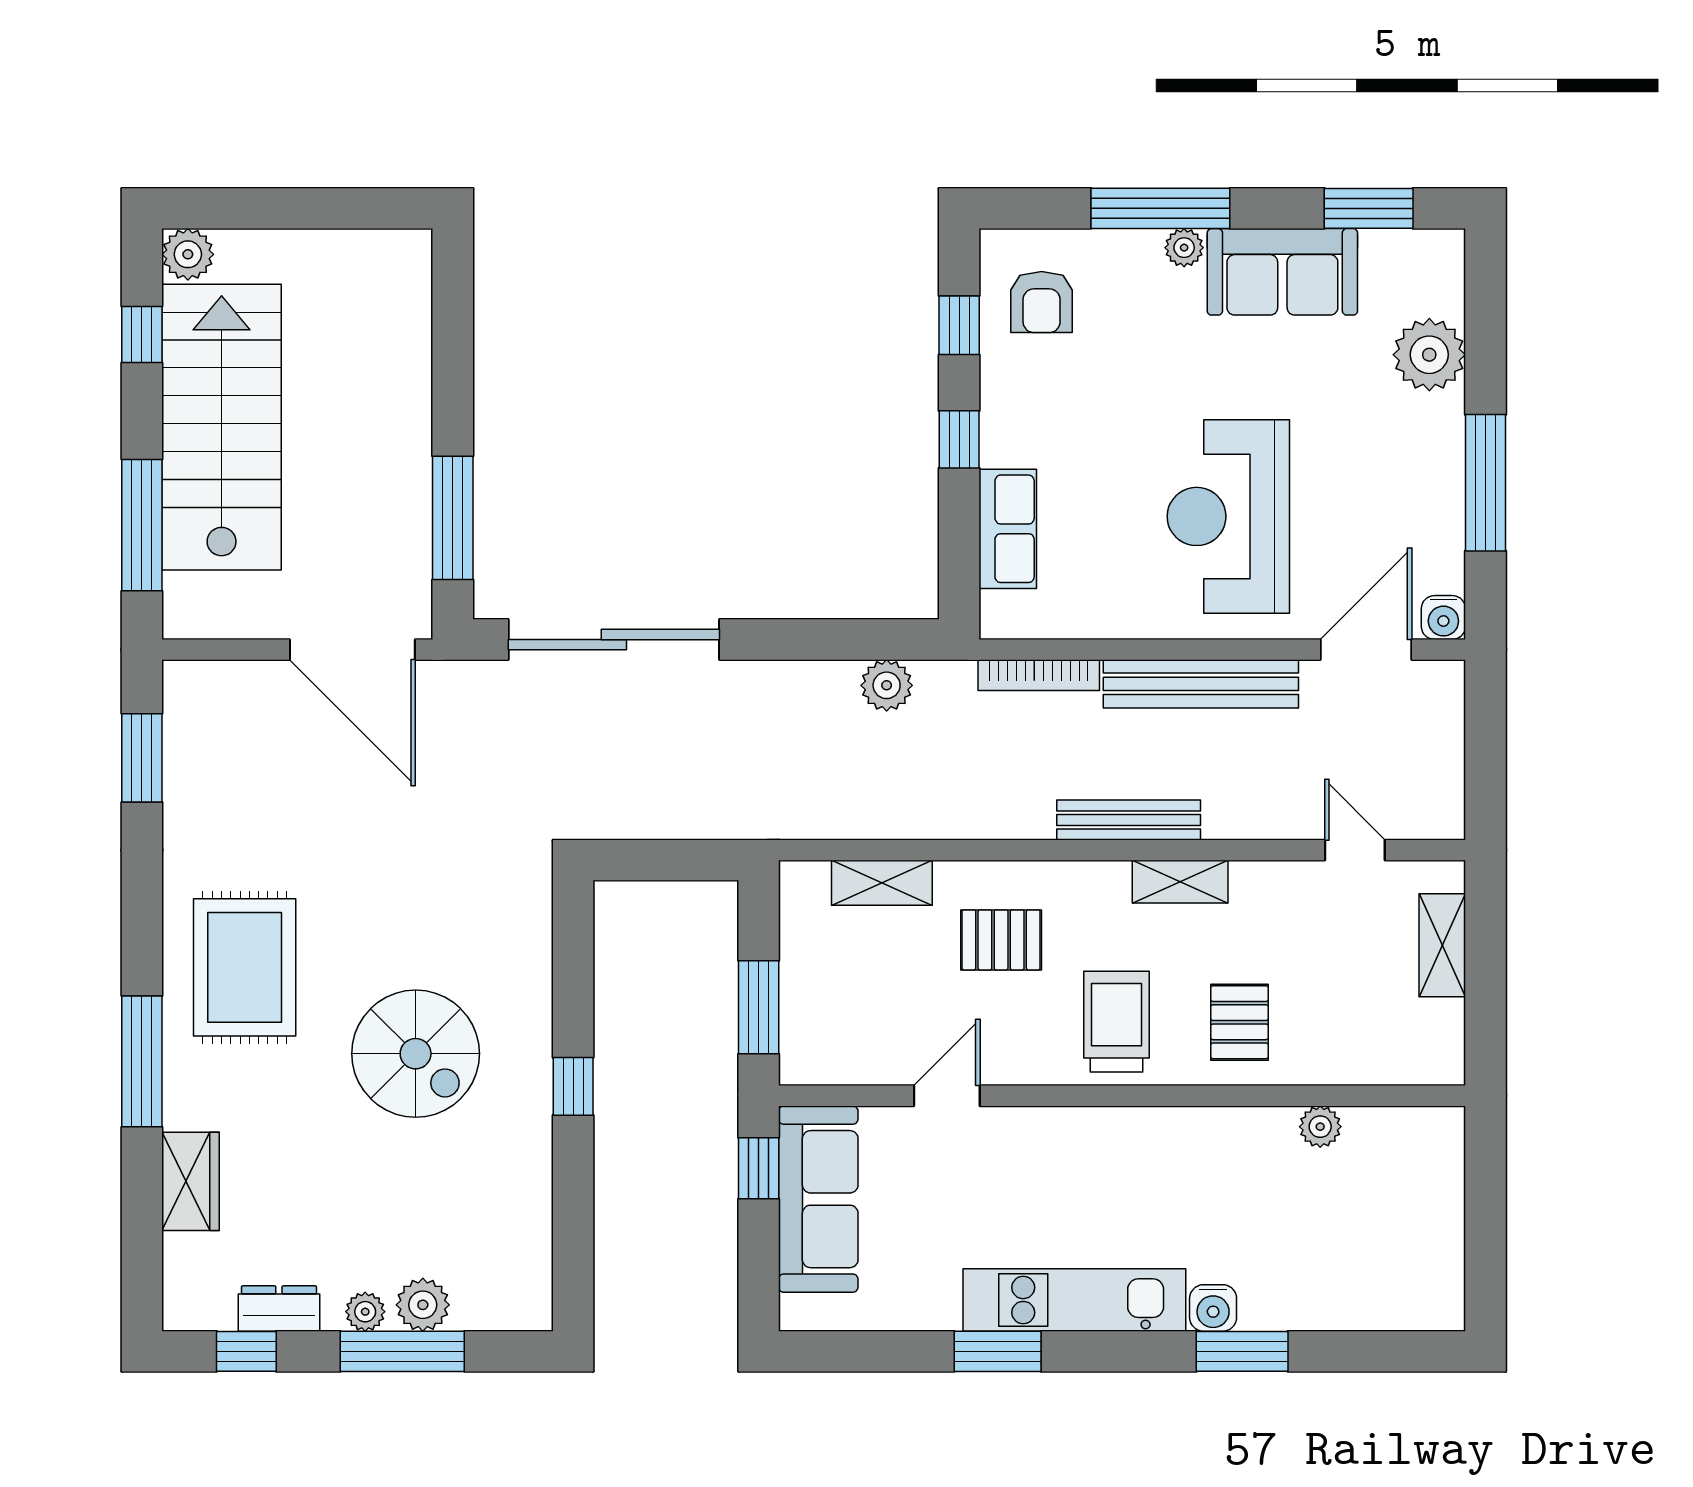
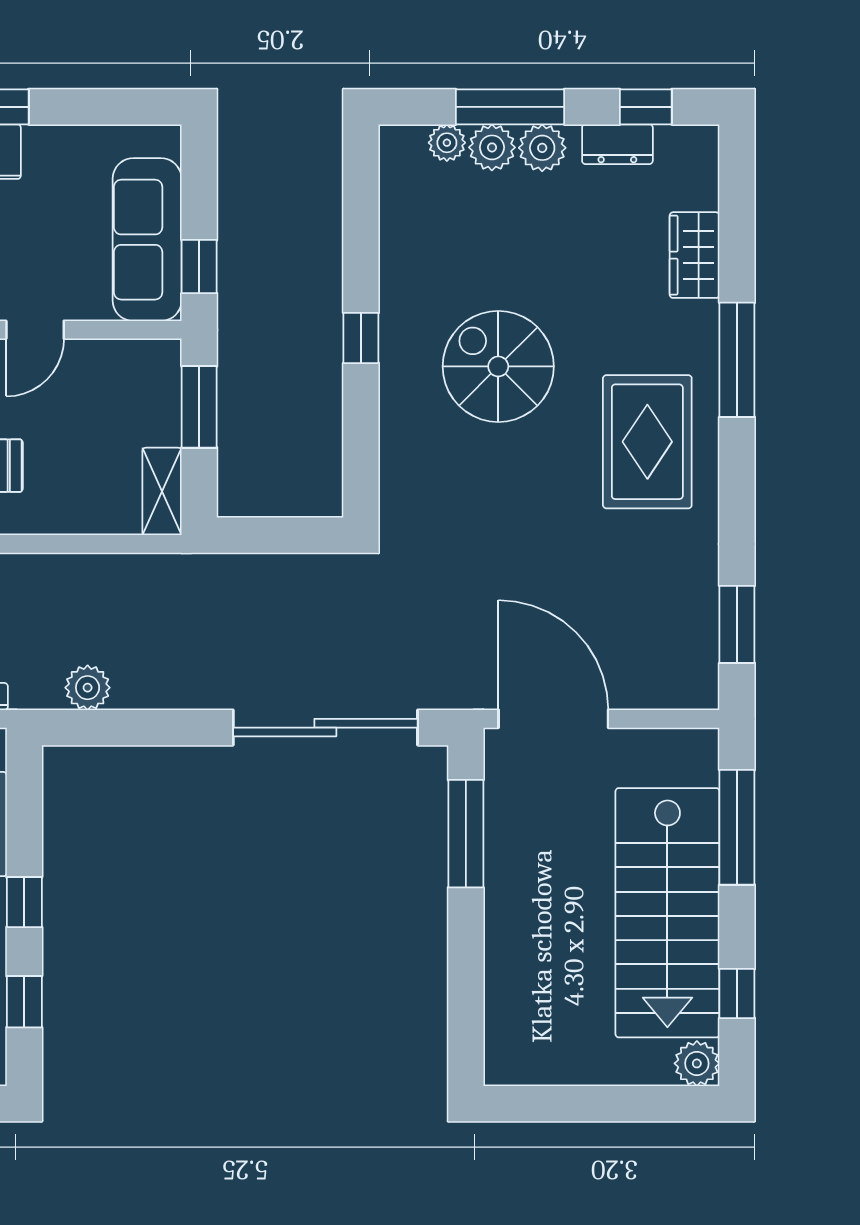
shelving: (882, 883) -> (162, 491), moved, turned 90
plant: (475, 1310) -> (447, 143), added
plant: (365, 1312) -> (542, 148), width x1.38, depth x1.38

